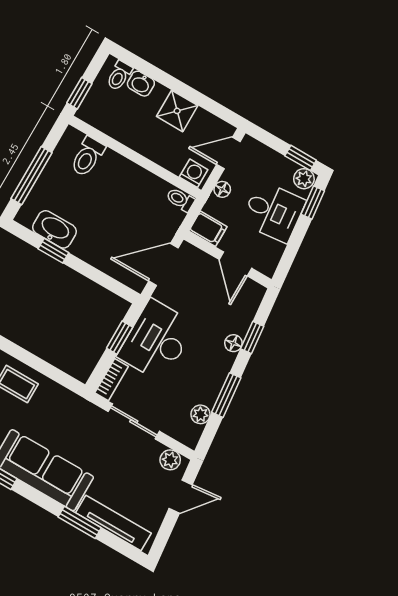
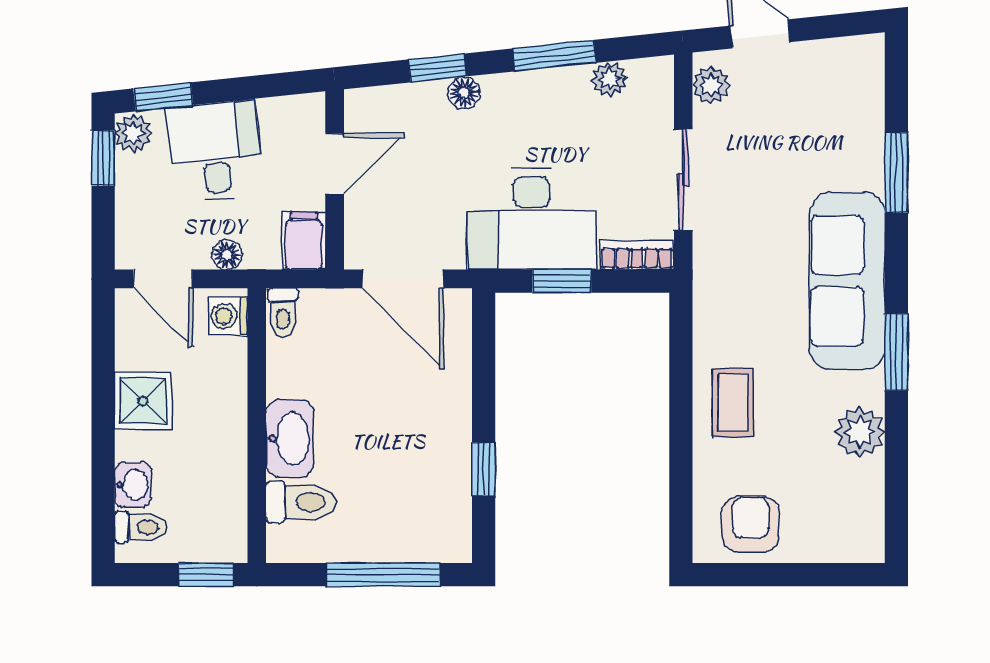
washbasin: (54, 229) -> (290, 439), moved, turned 180
tv unit: (113, 523) -> (866, 118), removed

